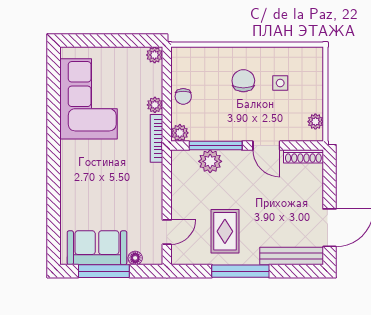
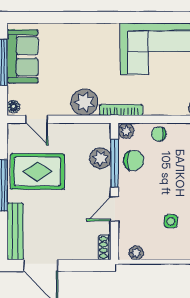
chair: (243, 81) -> (134, 160), moved
plant: (155, 105) -> (85, 102), moved, width x1.88, depth x1.88
shoe rack: (303, 156) -> (105, 247), width x0.70
rug: (225, 231) -> (37, 171), width x1.36, depth x1.43
floor lamp: (135, 258) -> (13, 106), moved

